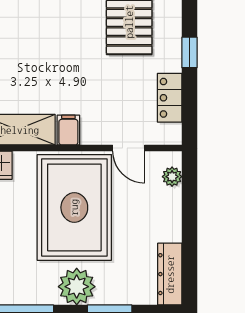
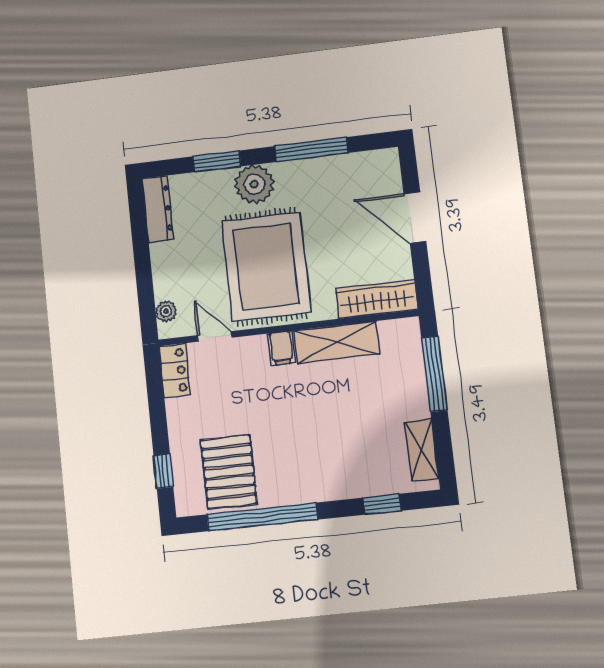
window: (189, 52) -> (163, 471), moved
locker: (170, 98) -> (175, 371), moved

